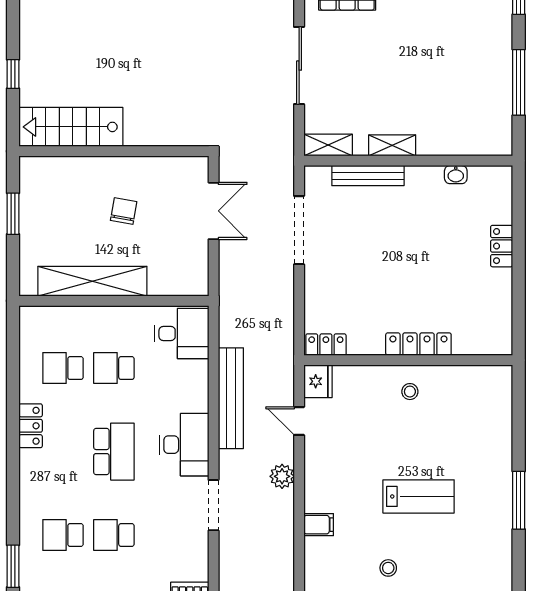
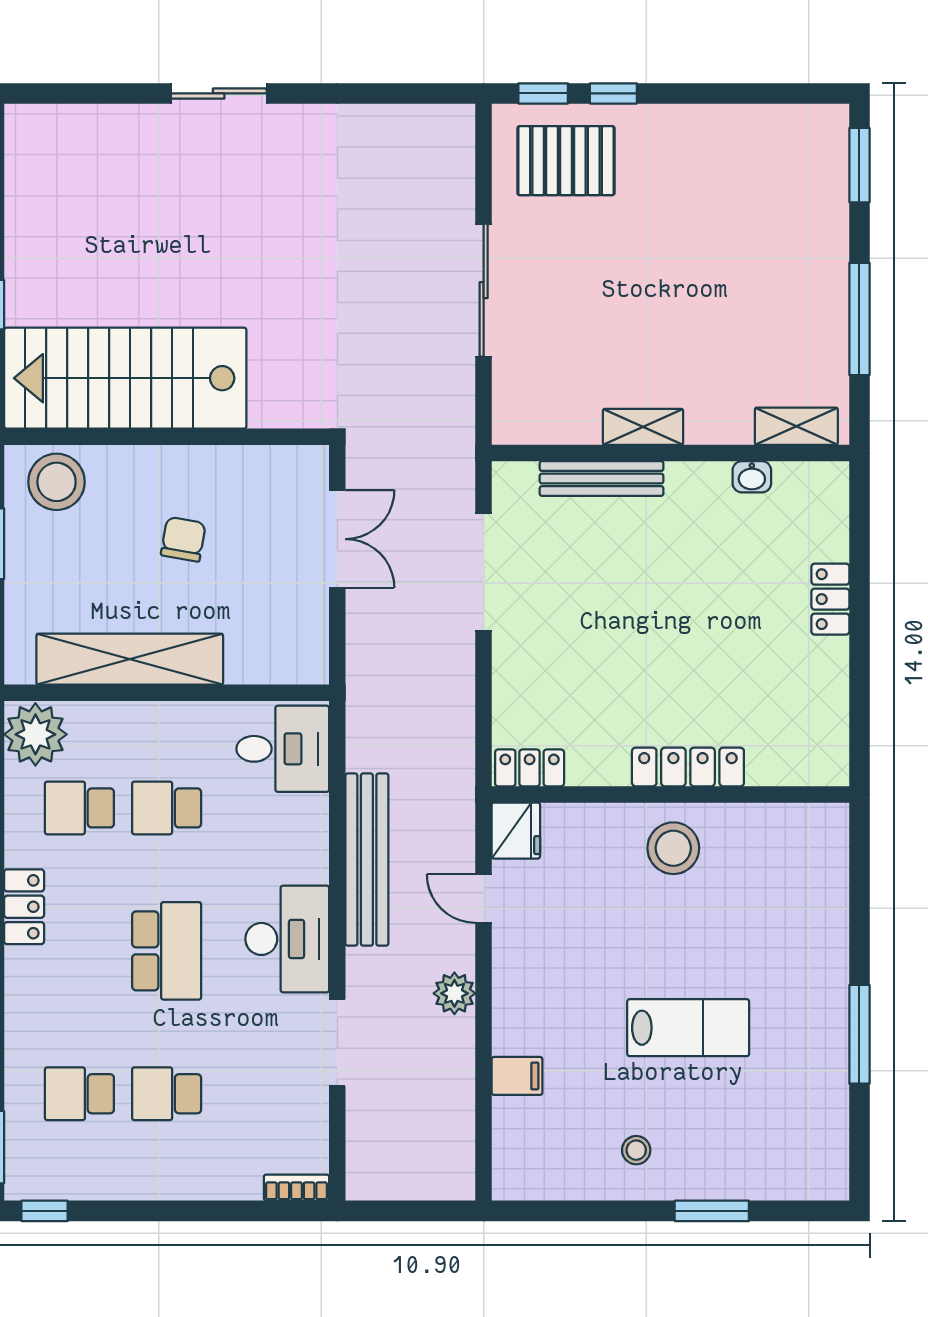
stairs: (71, 127) -> (125, 378), width x1.36, depth x1.51
shelving: (328, 145) -> (796, 426), moved
stool: (50, 178) -> (57, 482), added
plant: (37, 325) -> (35, 734), added
stool: (410, 392) -> (673, 848), width x1.89, depth x1.89

